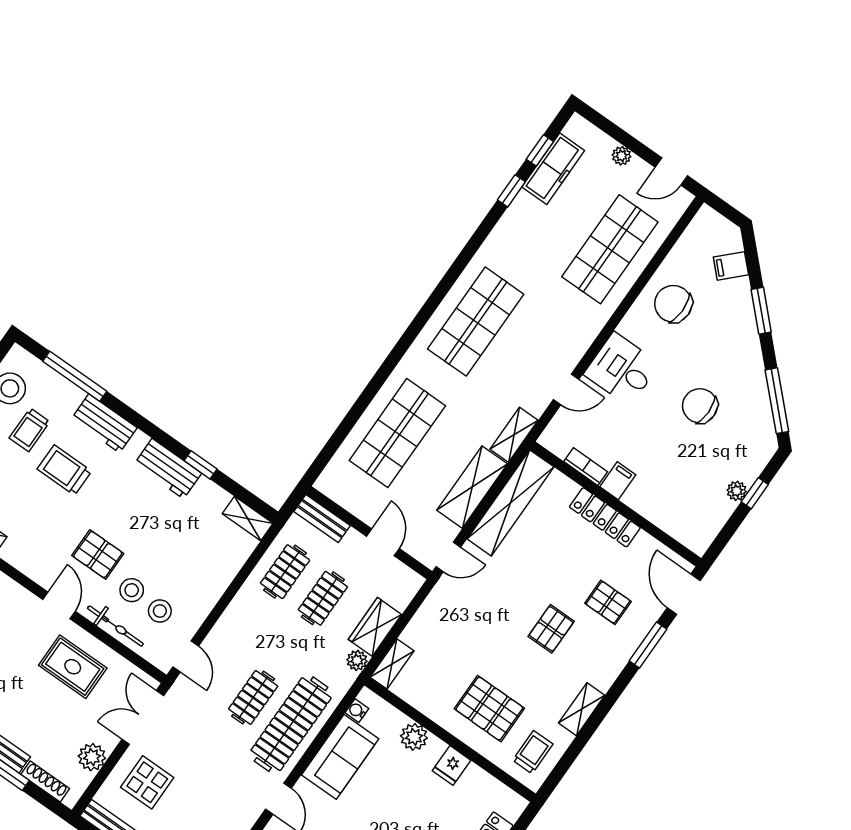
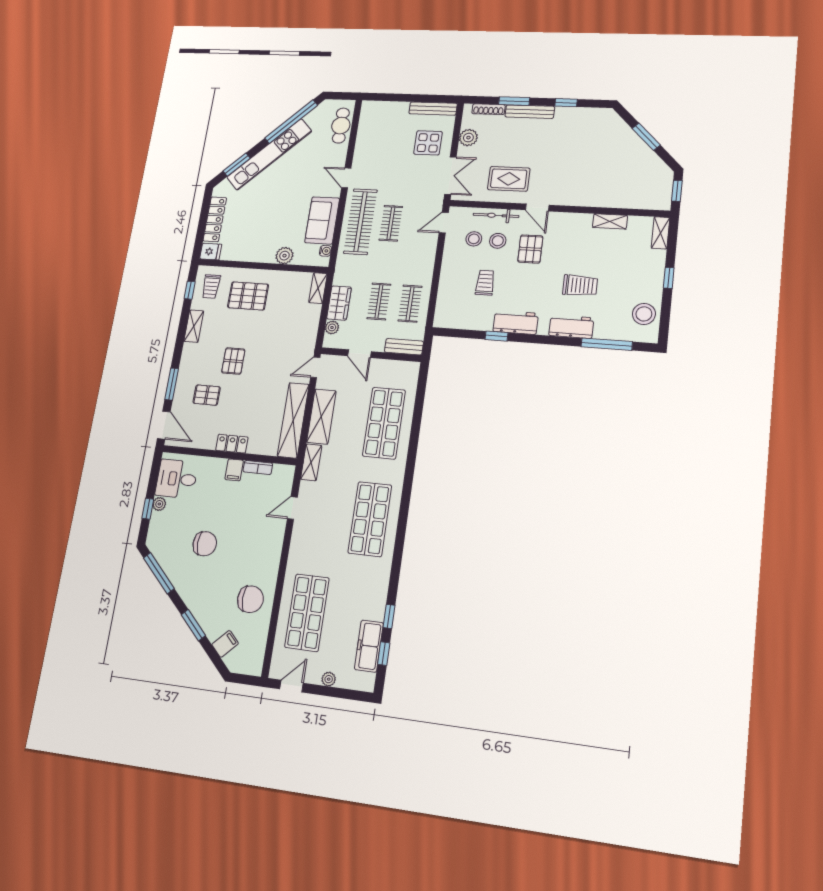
desk: (622, 369) -> (177, 479), moved, turned 180
trolley: (29, 430) -> (485, 283), moved
locker: (605, 517) -> (232, 444), width x0.66
shelving: (248, 518) -> (450, 321), removed
pallet: (98, 555) -> (530, 249), turned 90
door: (186, 657) -> (444, 223), hinge flipped
plant: (357, 660) -> (332, 327), moved
window: (564, 764) -> (190, 290), added
fridge: (451, 765) -> (211, 252), moved, turned 90

